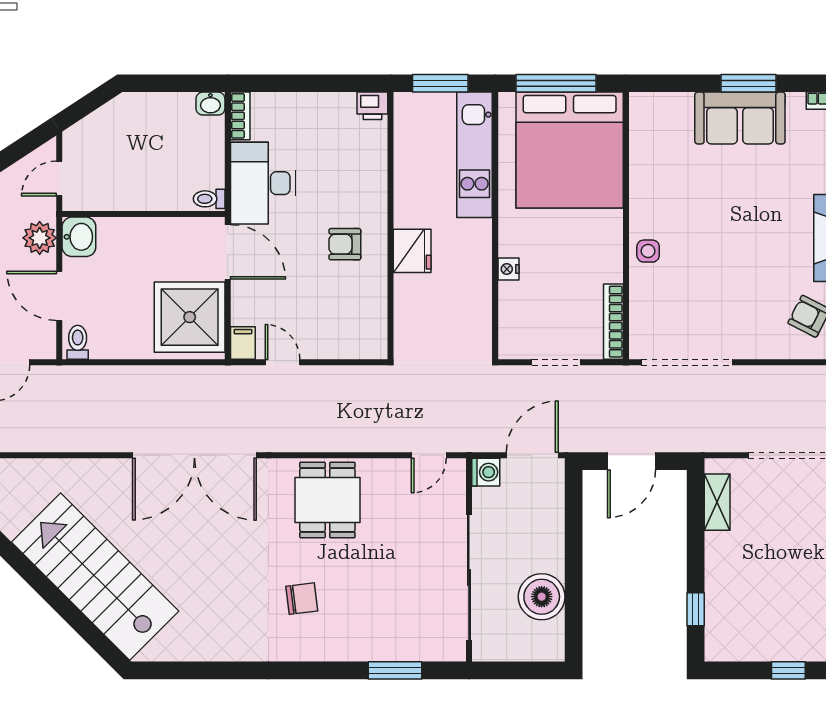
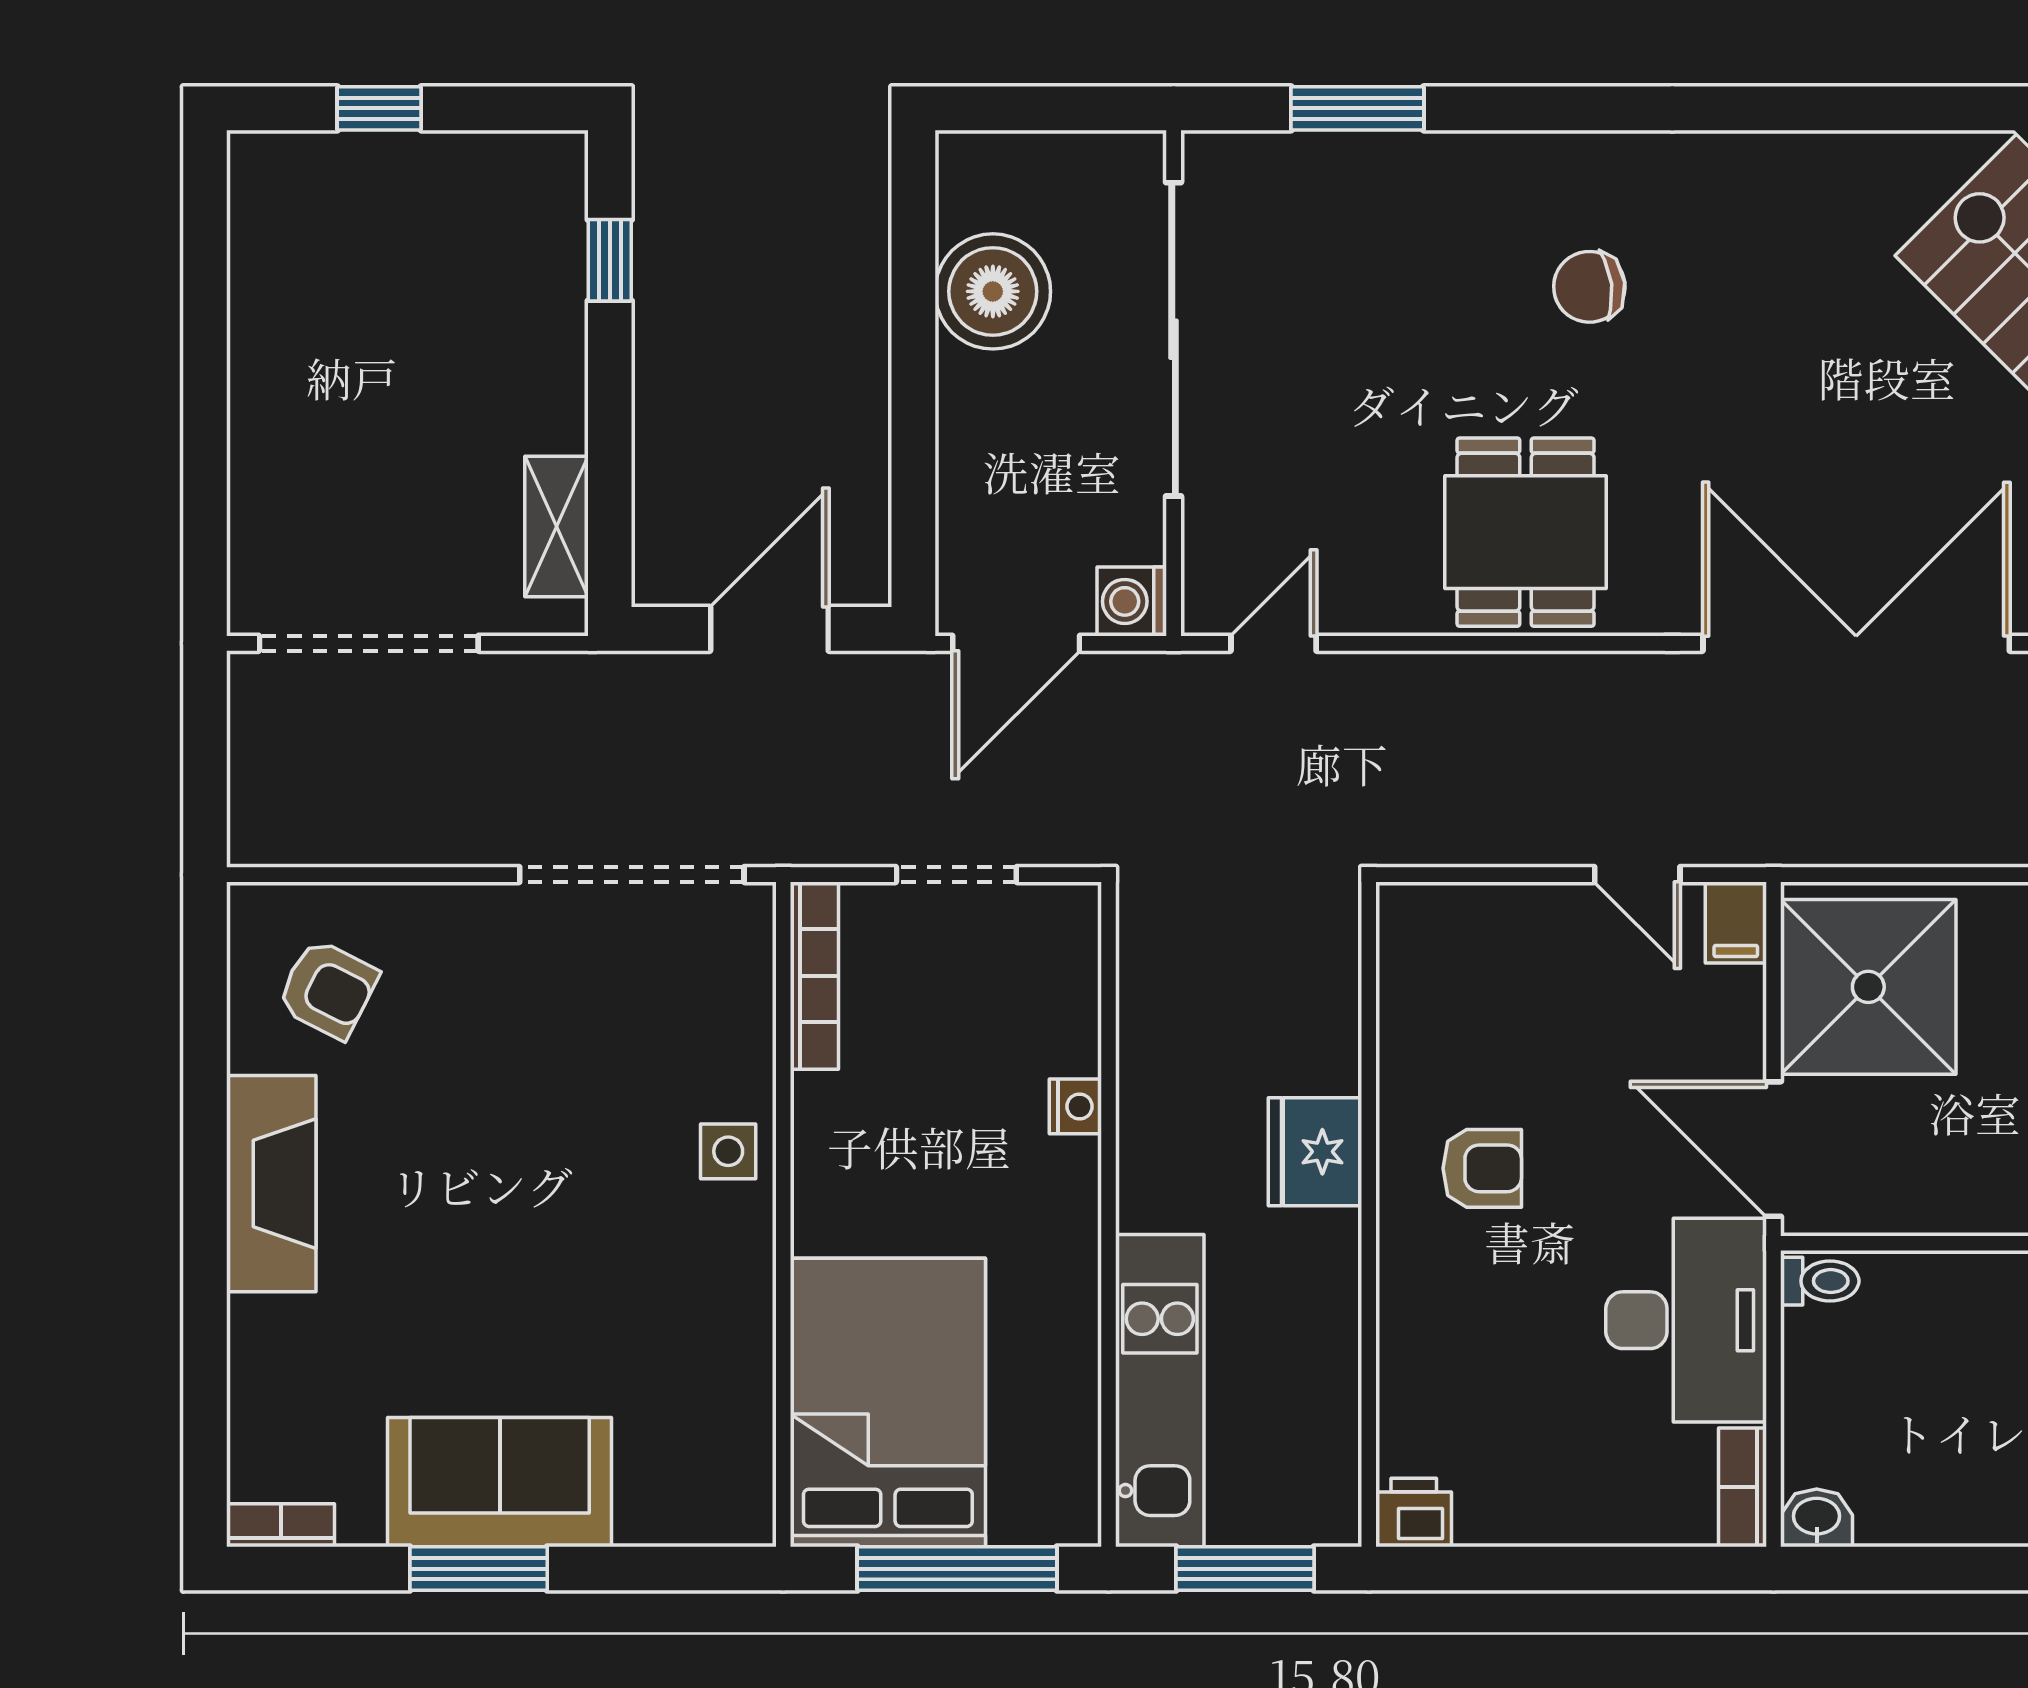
bed: (570, 150) -> (888, 1402), width x0.73

